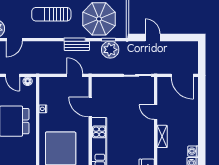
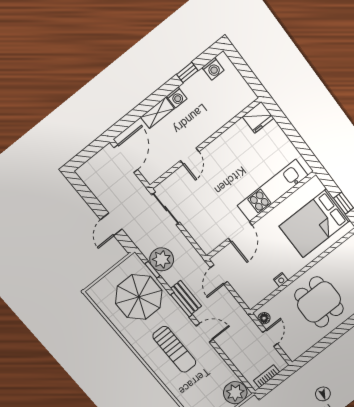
door: (14, 40) -> (204, 333), moved
shelving: (162, 136) -> (157, 113), moved
window: (202, 147) -> (187, 72), added
washing machine: (193, 151) -> (177, 97), moved

